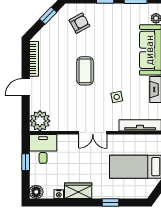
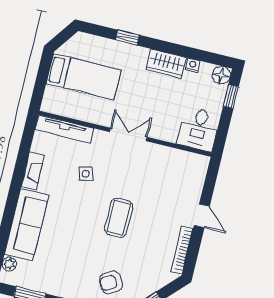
door: (26, 87) -> (202, 216), hinge flipped
plant: (40, 121) -> (194, 167), removed
window: (26, 162) -> (231, 96), moved

